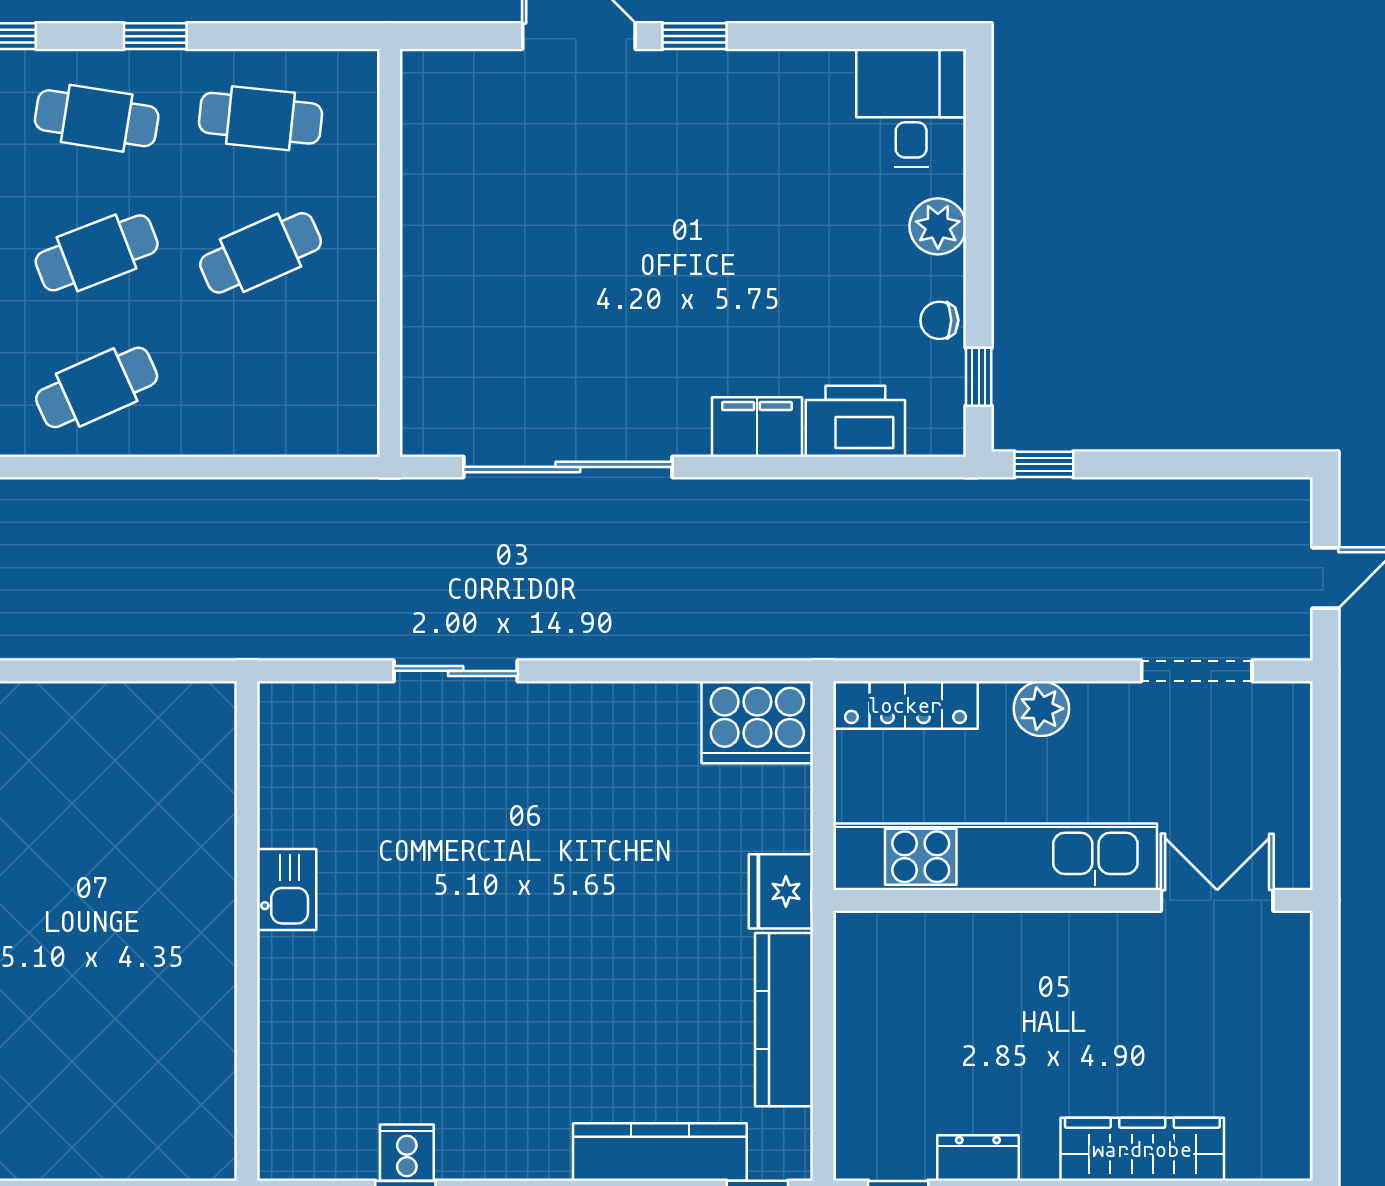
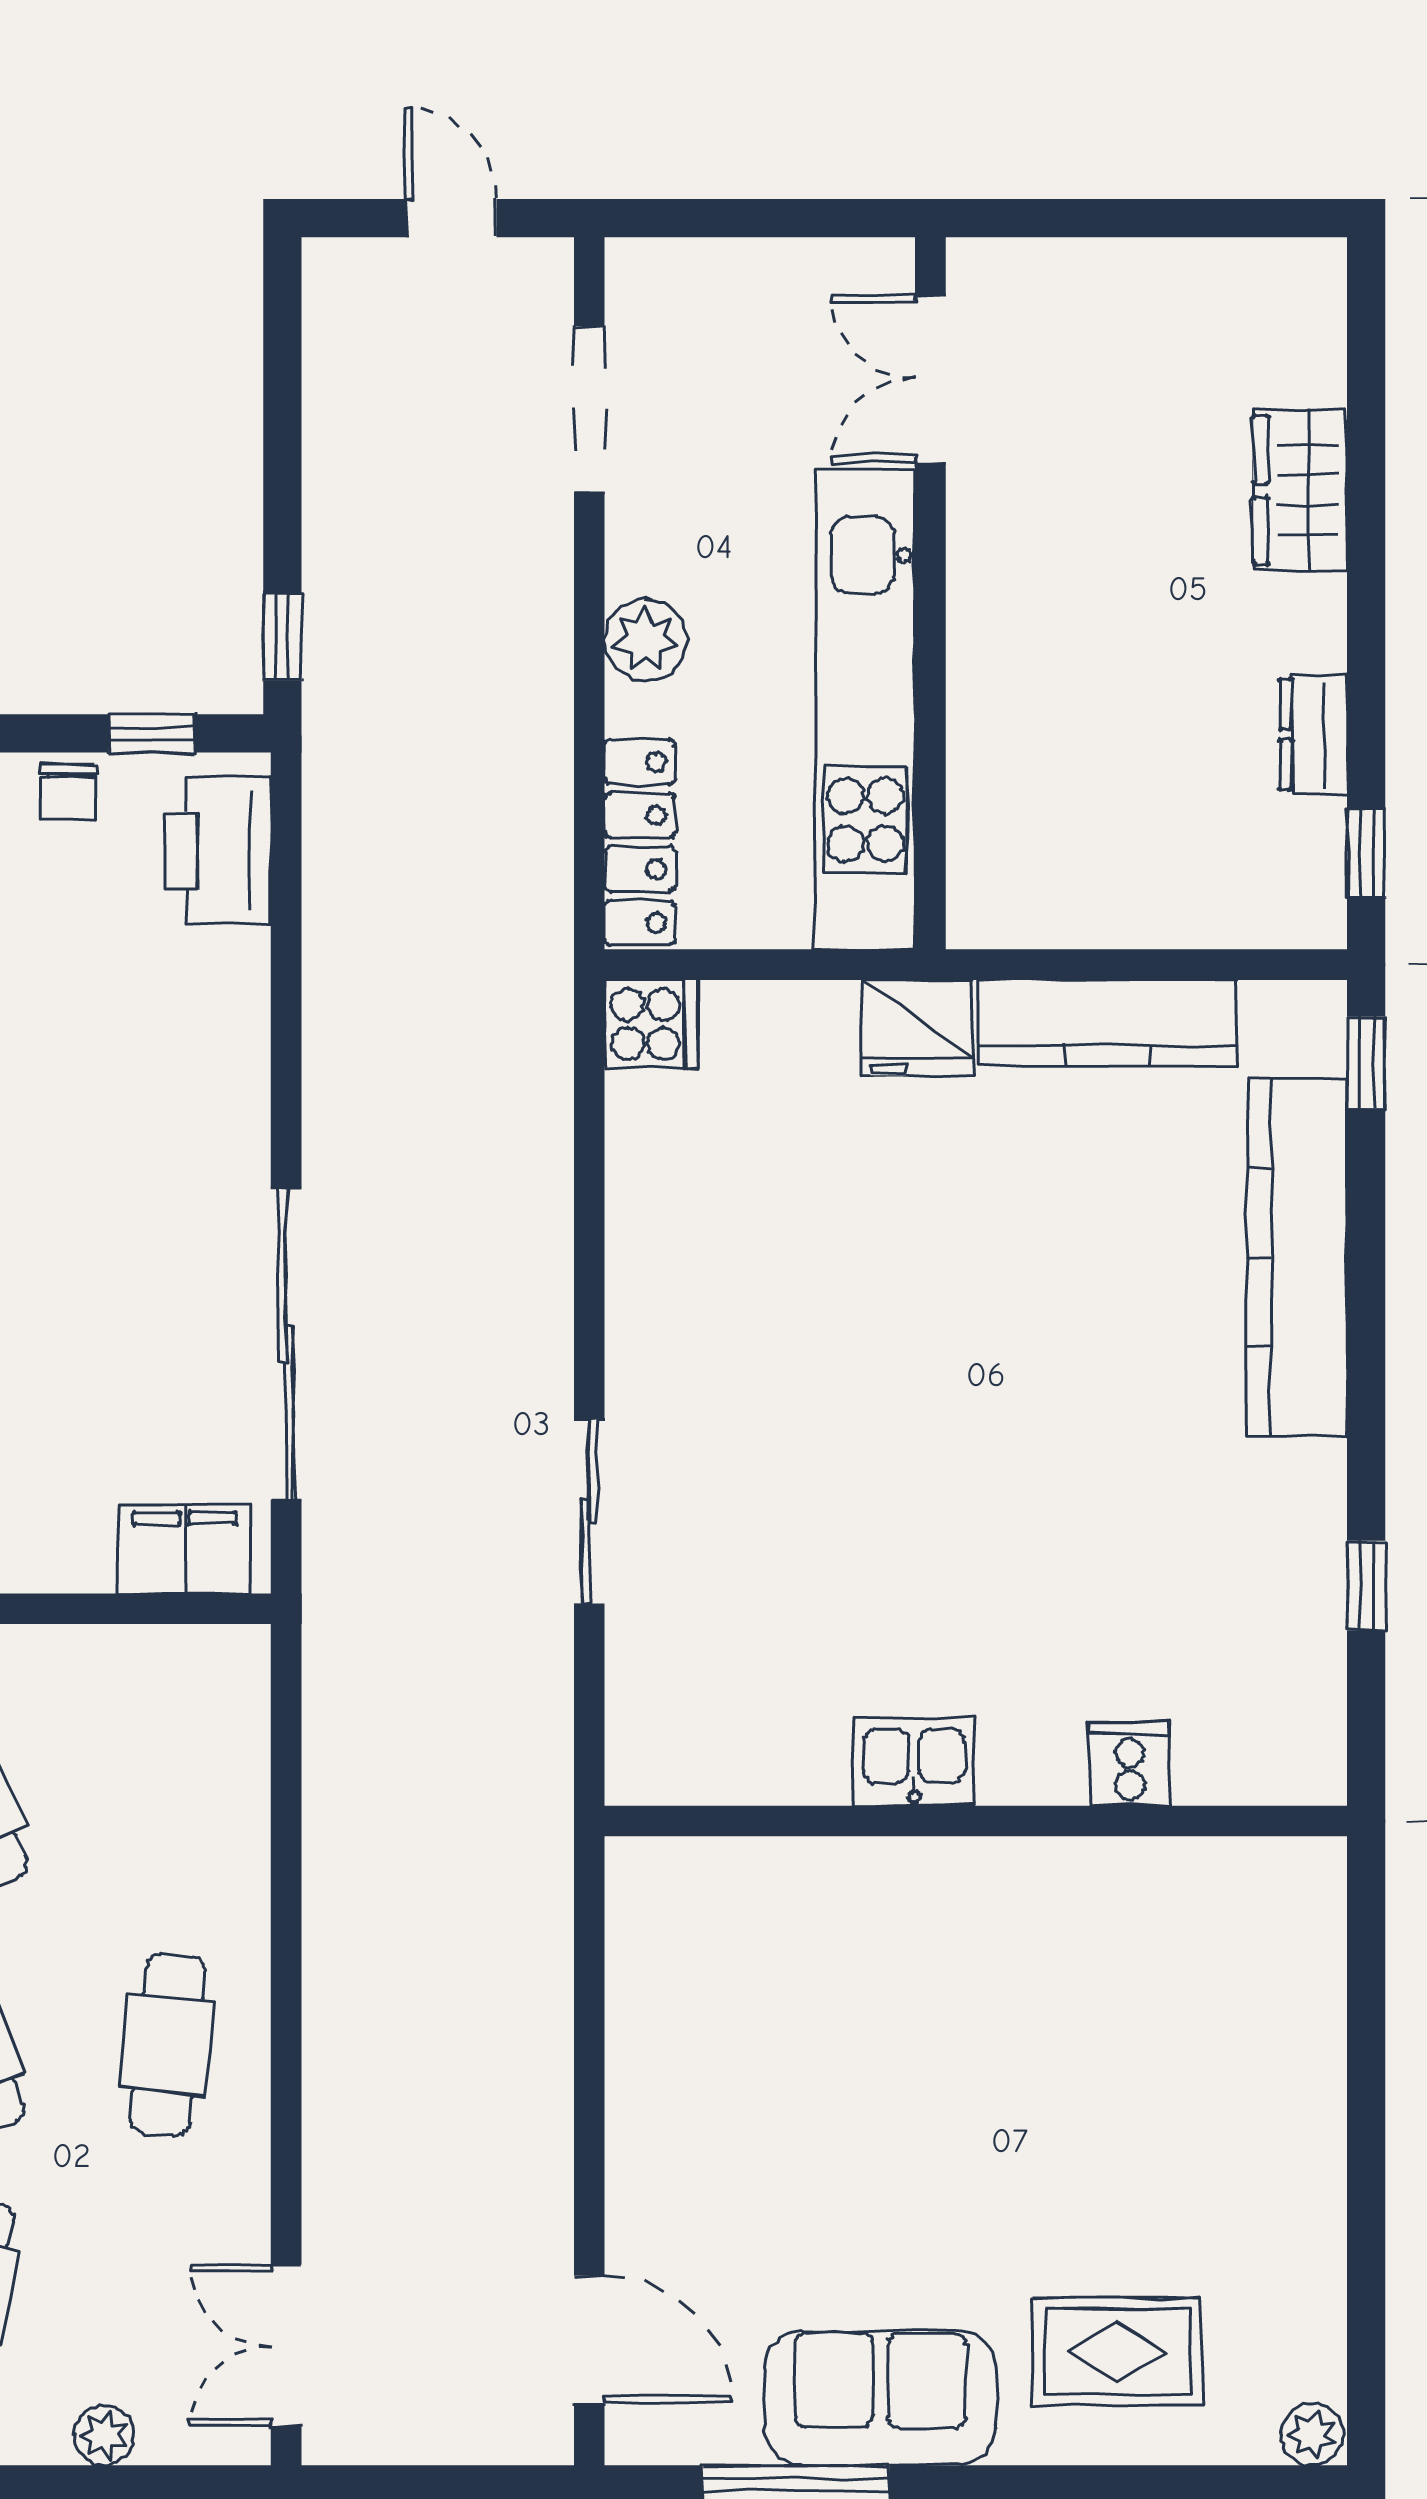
cafe table: (97, 387) -> (168, 2045), turned 30
printer: (855, 421) -> (218, 850), moved
filing cabinet: (757, 427) -> (185, 1549), moved, turned 90
cooker: (757, 722) -> (651, 1024), width x0.53, depth x0.76
wardrobe: (1142, 1149) -> (1300, 490), width x0.67
kitchen counter: (660, 1152) -> (1297, 1257), width x1.39, depth x1.17
cooker: (407, 1153) -> (1130, 1764), moved, turned 90

